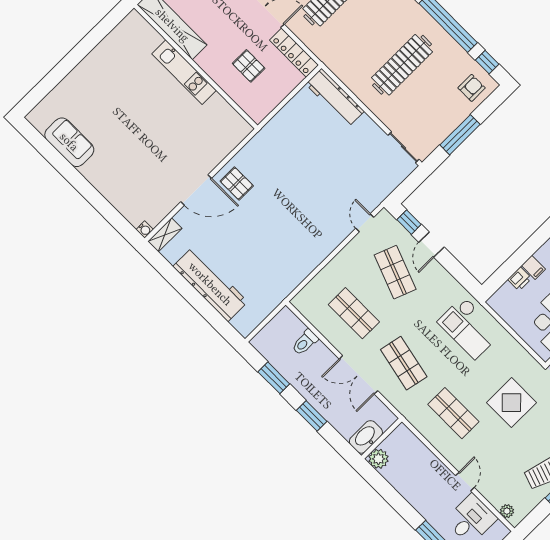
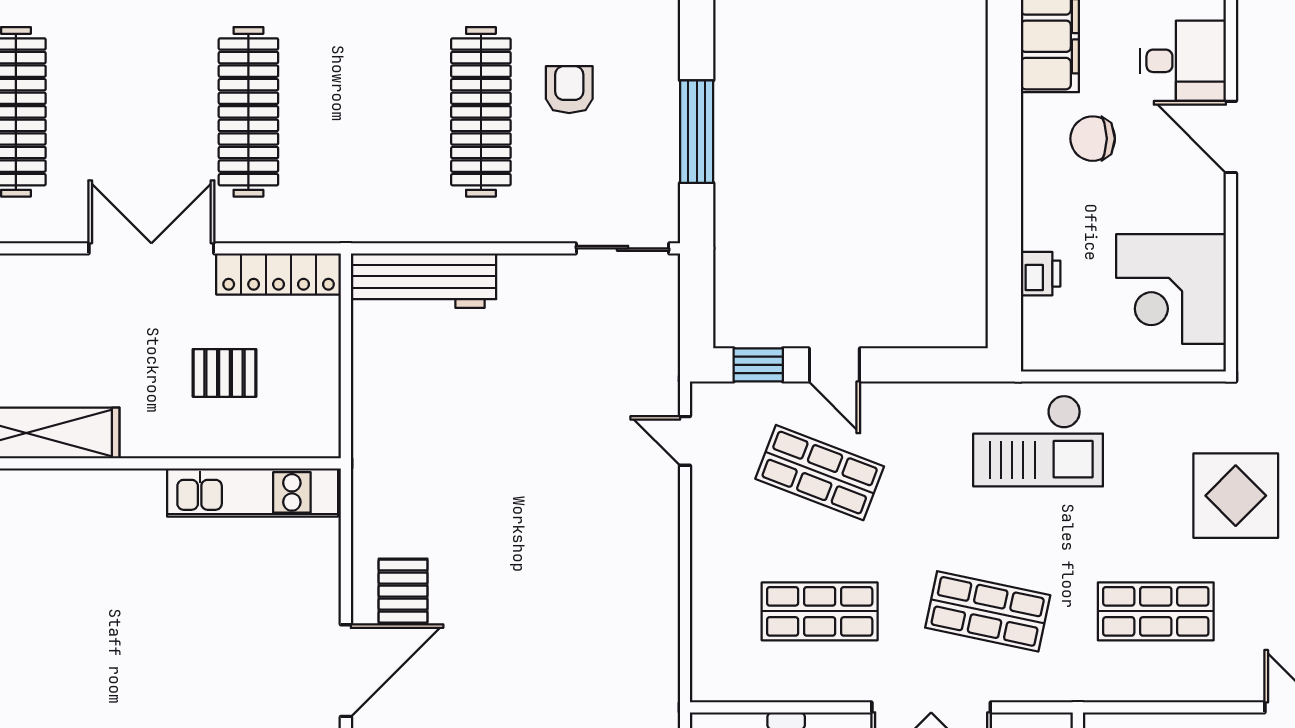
kitchen unit: (184, 72) -> (253, 492), moved
armchair: (472, 88) -> (569, 90), moved
pallet: (237, 183) -> (403, 591), turned 90
filing cabinet: (533, 267) -> (1044, 231), removed

